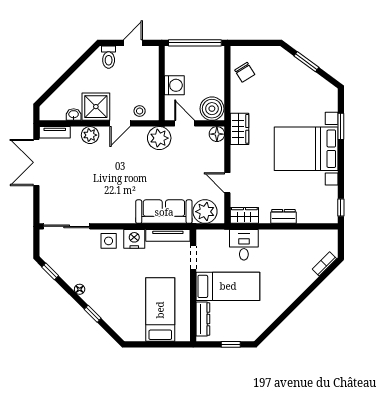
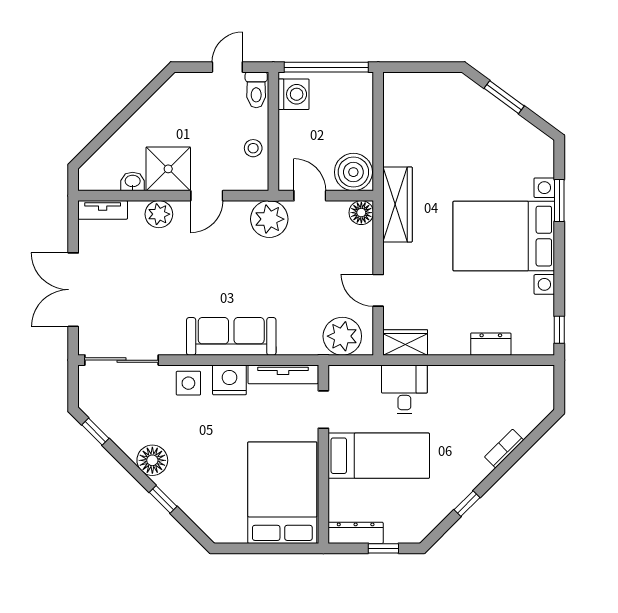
toilet: (109, 57) -> (256, 90), moved
chair: (245, 72) -> (406, 114), removed
washing machine: (174, 85) -> (294, 94), moved
stool: (140, 111) -> (253, 148), moved
wardrobe: (240, 129) -> (397, 204), width x1.50
double door: (36, 162) -> (73, 290), moved
sofa: (164, 212) -> (231, 336), moved
dresser: (283, 216) -> (491, 344), moved
bookcase: (324, 264) -> (504, 449), moved
floor lamp: (80, 289) -> (152, 460), width x1.89, depth x1.89
bed: (160, 310) -> (282, 493), width x1.50
window: (283, 316) -> (467, 504), added
dresser: (203, 319) -> (356, 533), moved, turned -90

